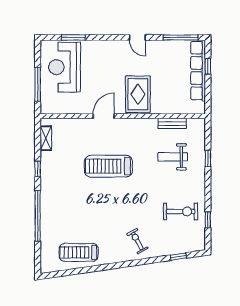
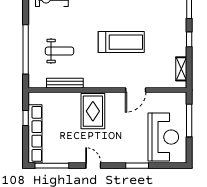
window: (73, 37) -> (137, 166), moved
window: (208, 66) -> (26, 118), moved
door: (104, 116) -> (136, 90), moved
bench: (172, 123) -> (65, 83), width x1.36
window: (208, 158) -> (26, 49), width x3.17

